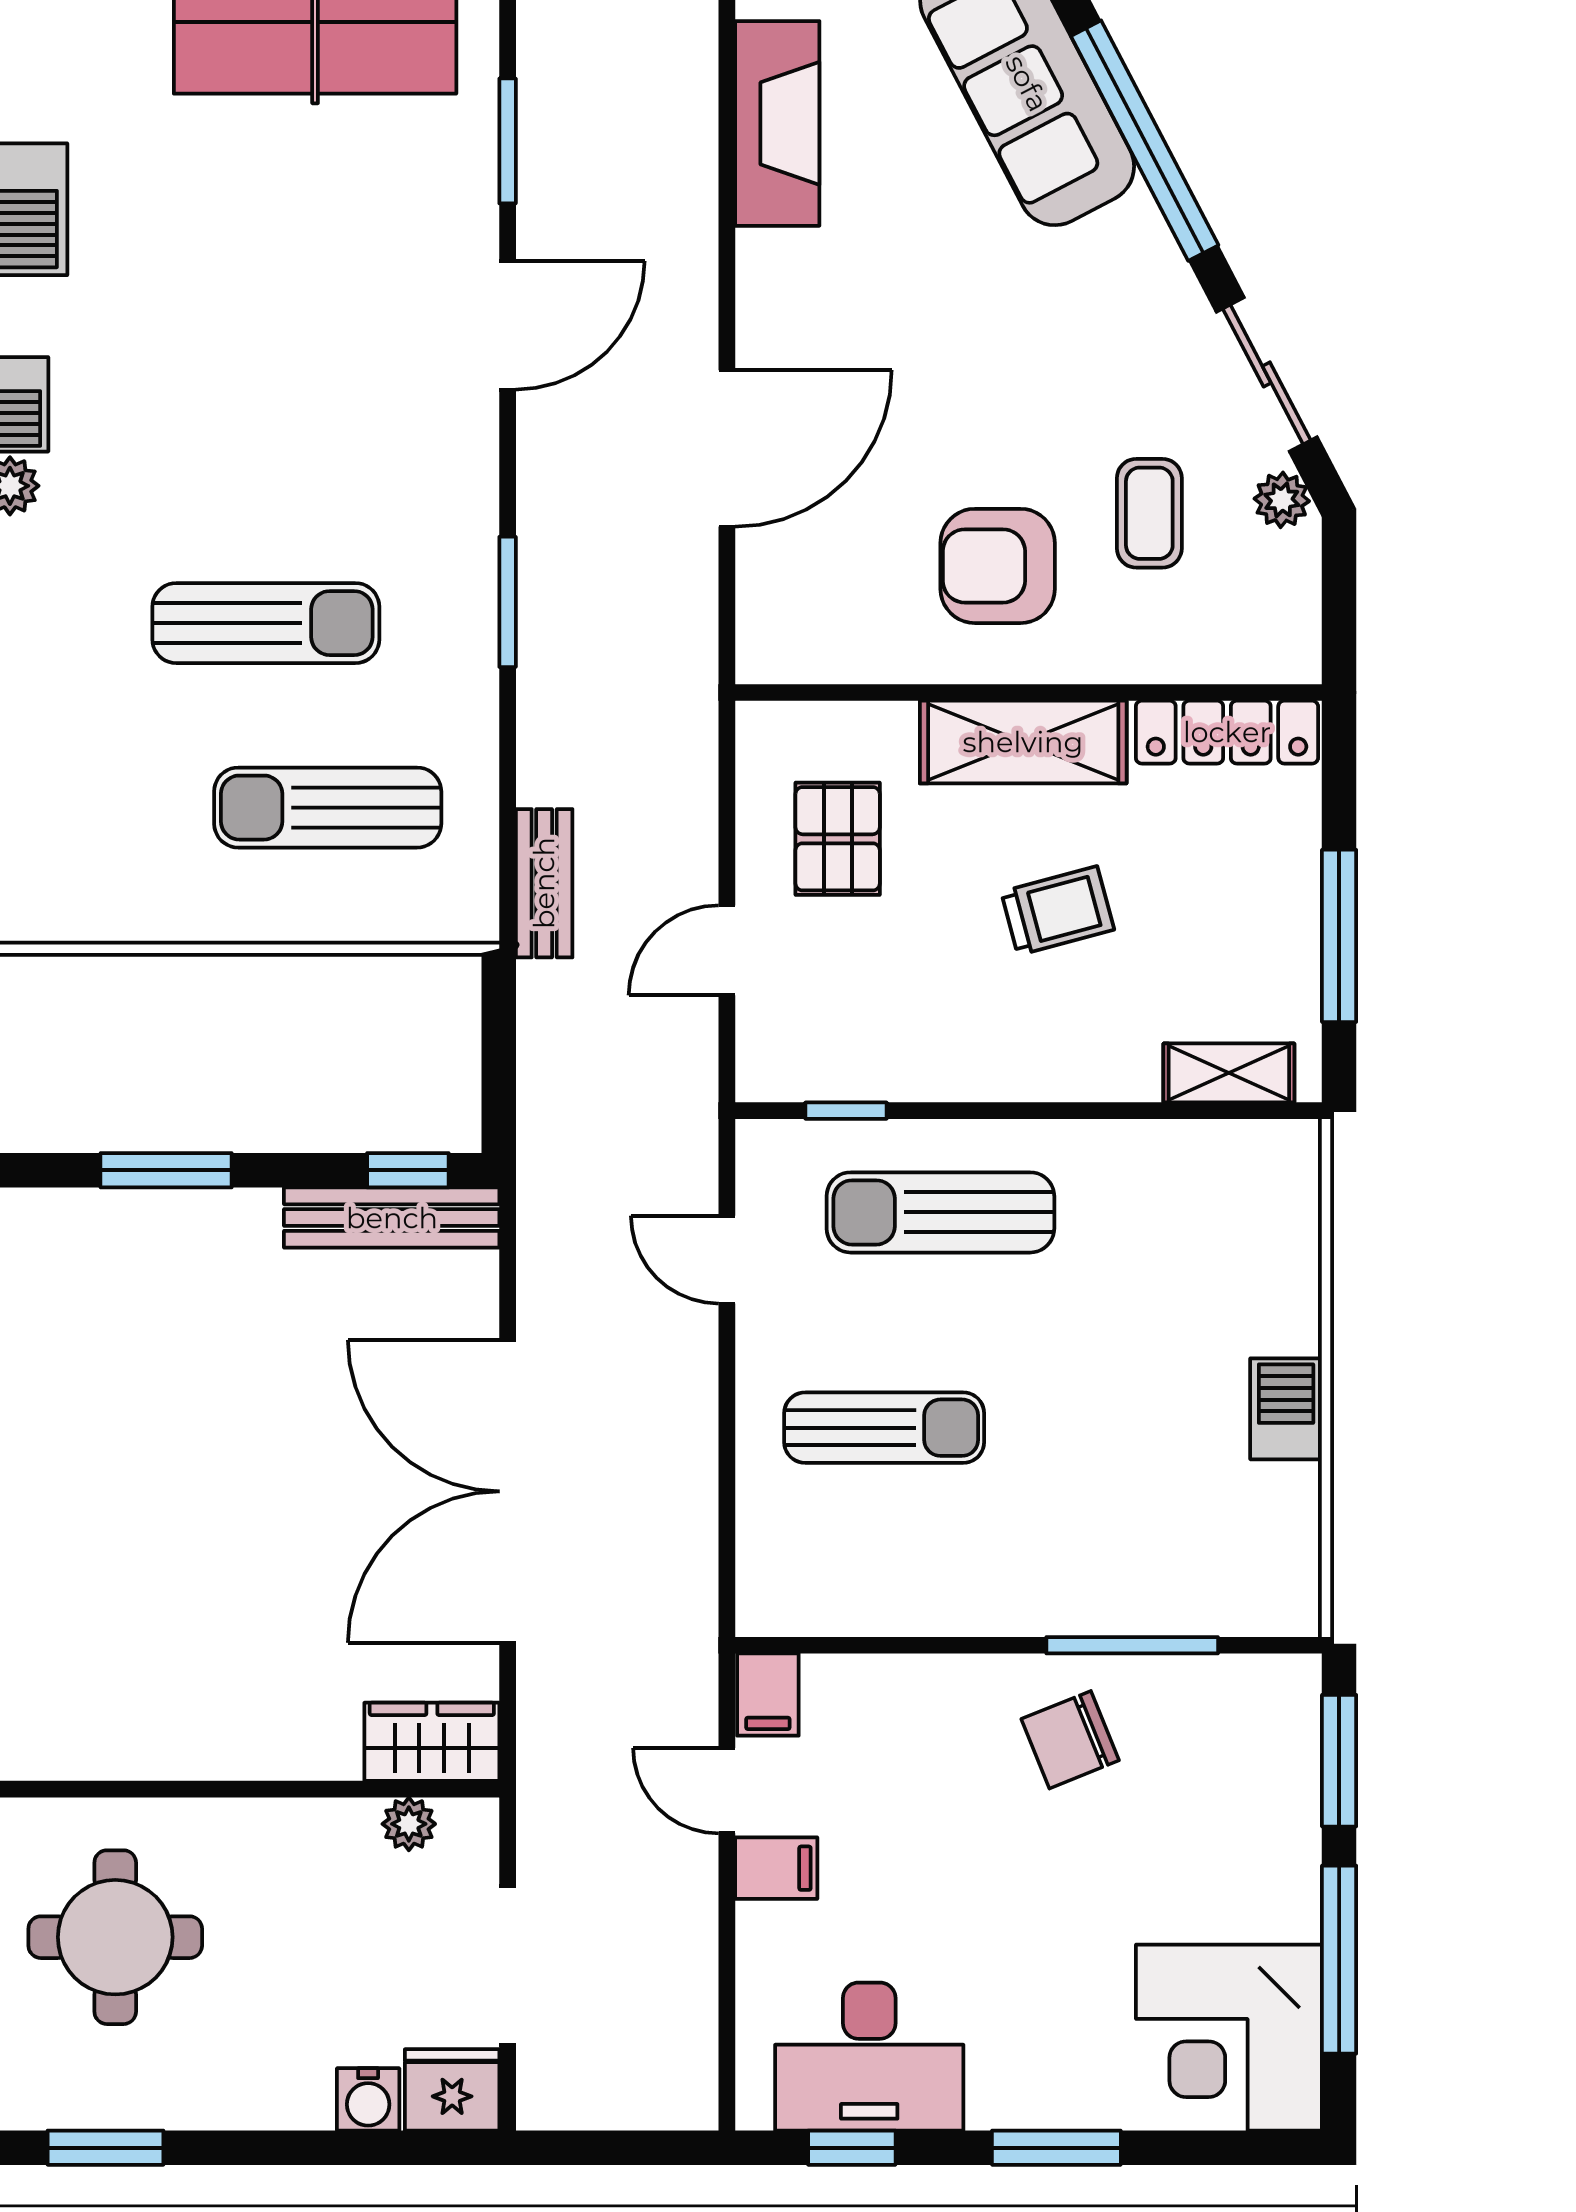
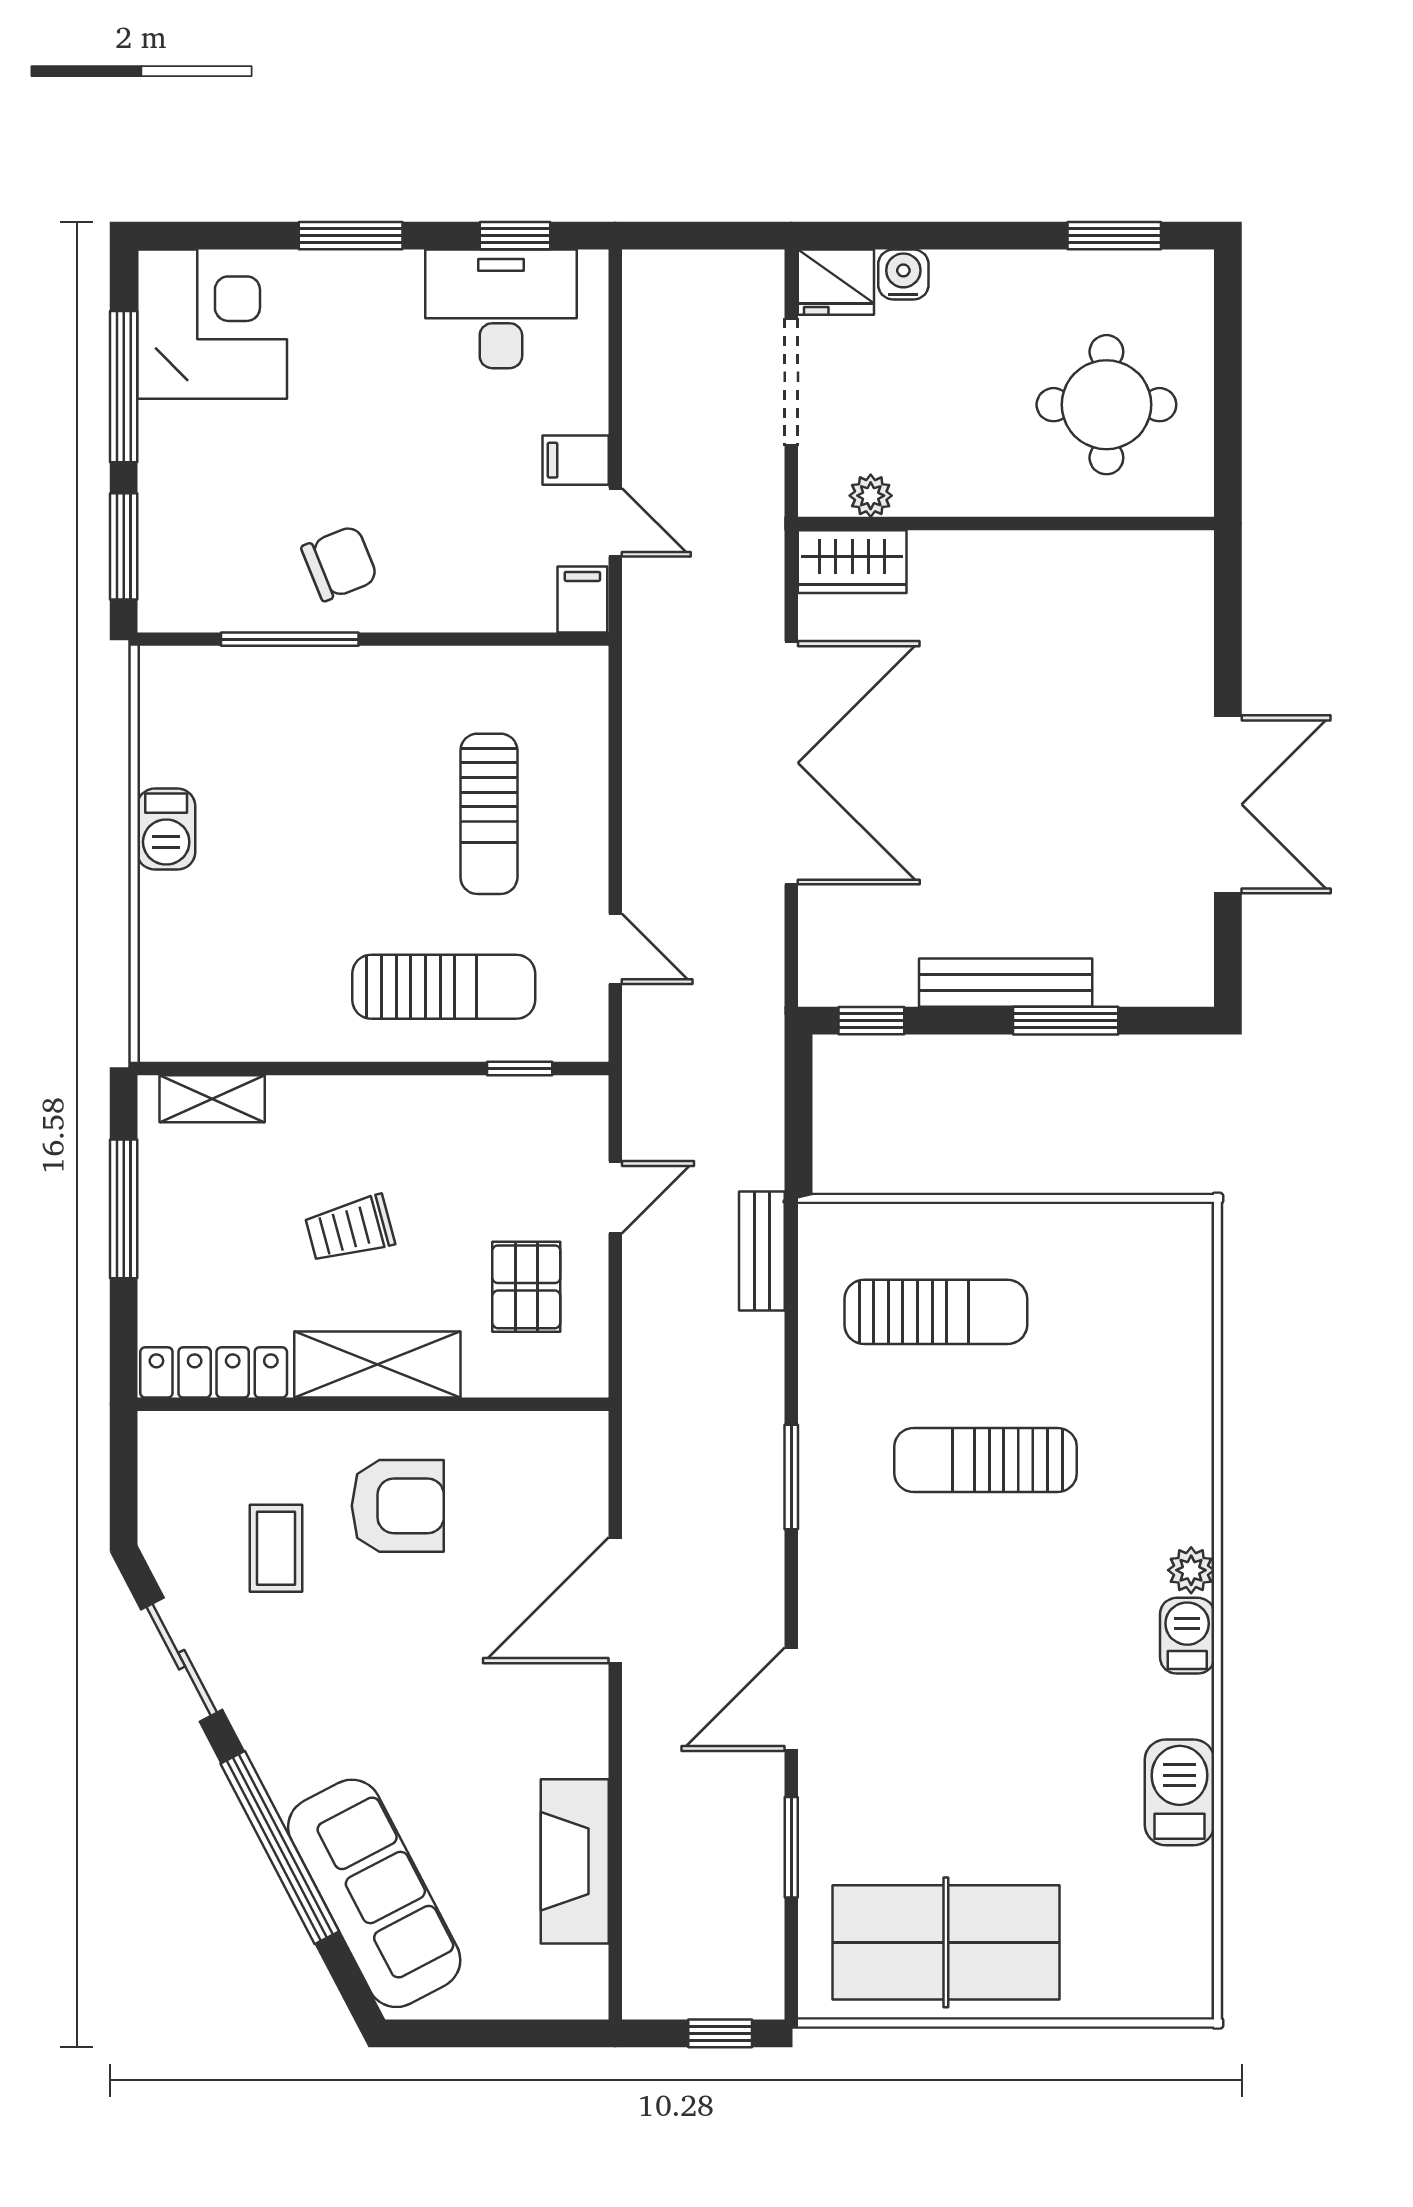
plant: (1282, 500) -> (170, 1559), removed
bench: (392, 1218) -> (1006, 983), moved
sun lounger: (884, 1428) -> (489, 814), turned -90

